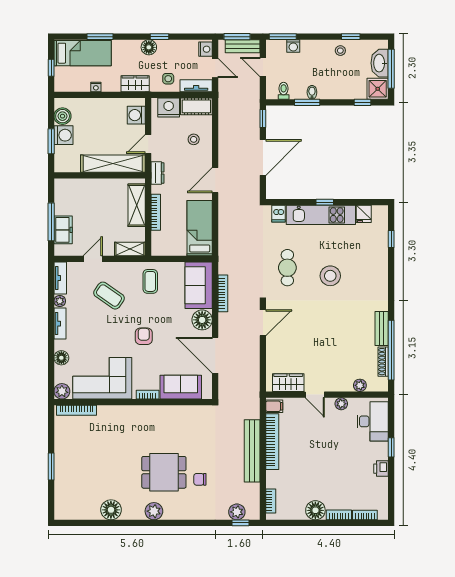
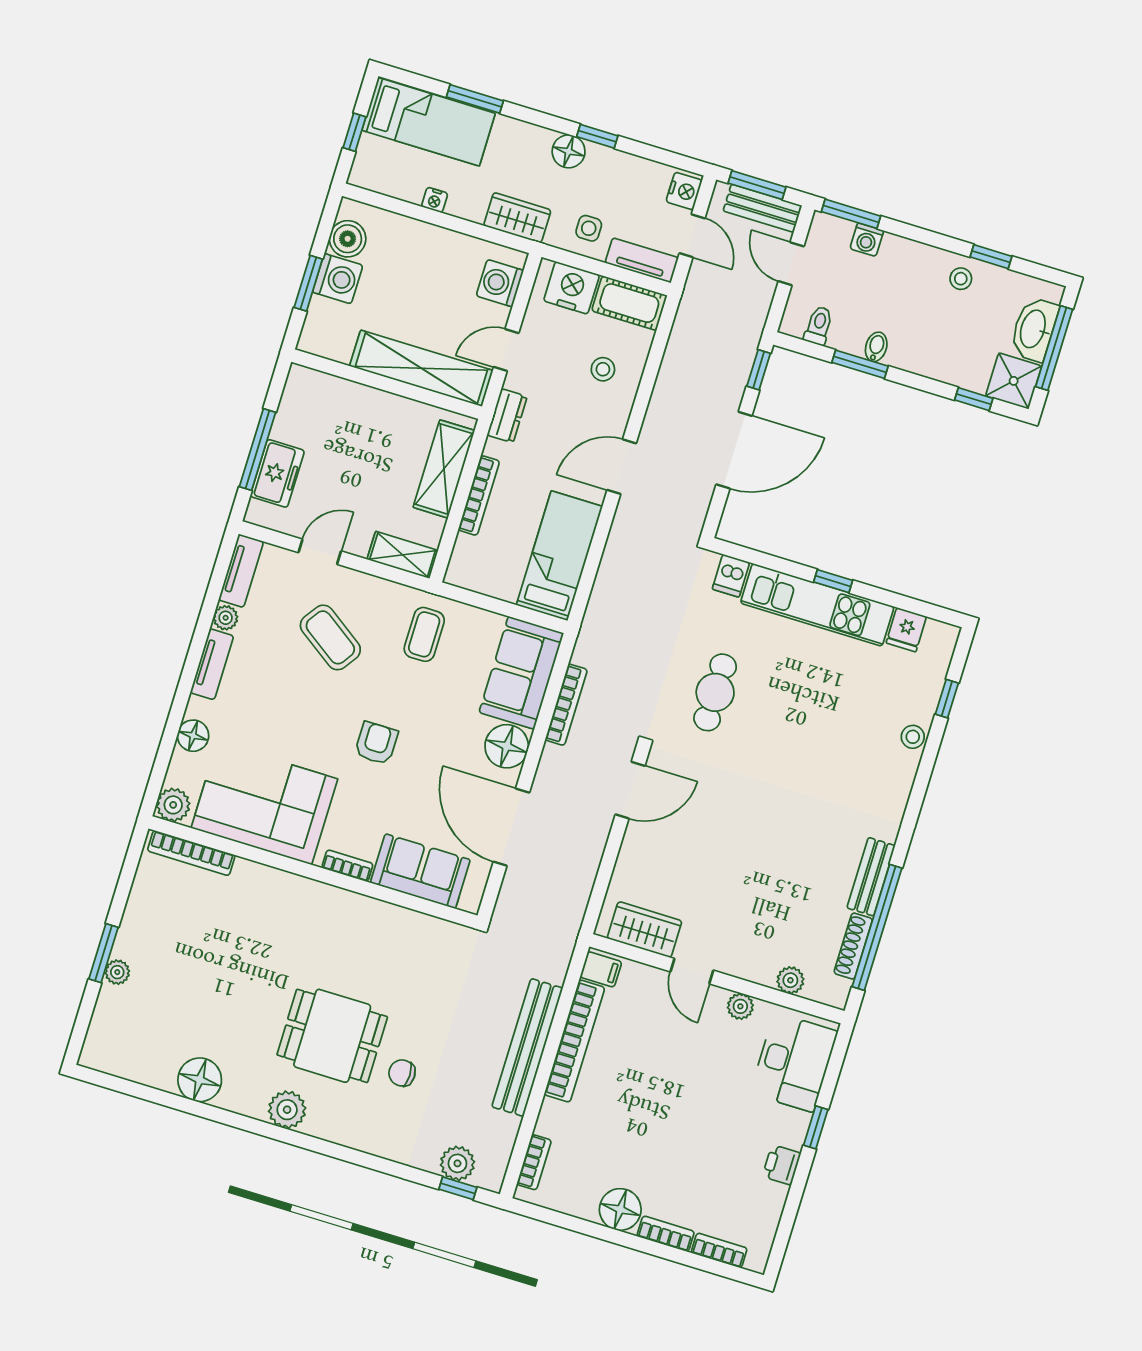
stool: (330, 276) -> (913, 737), moved, width x0.53, depth x0.53
plant: (60, 473) -> (117, 972), added

